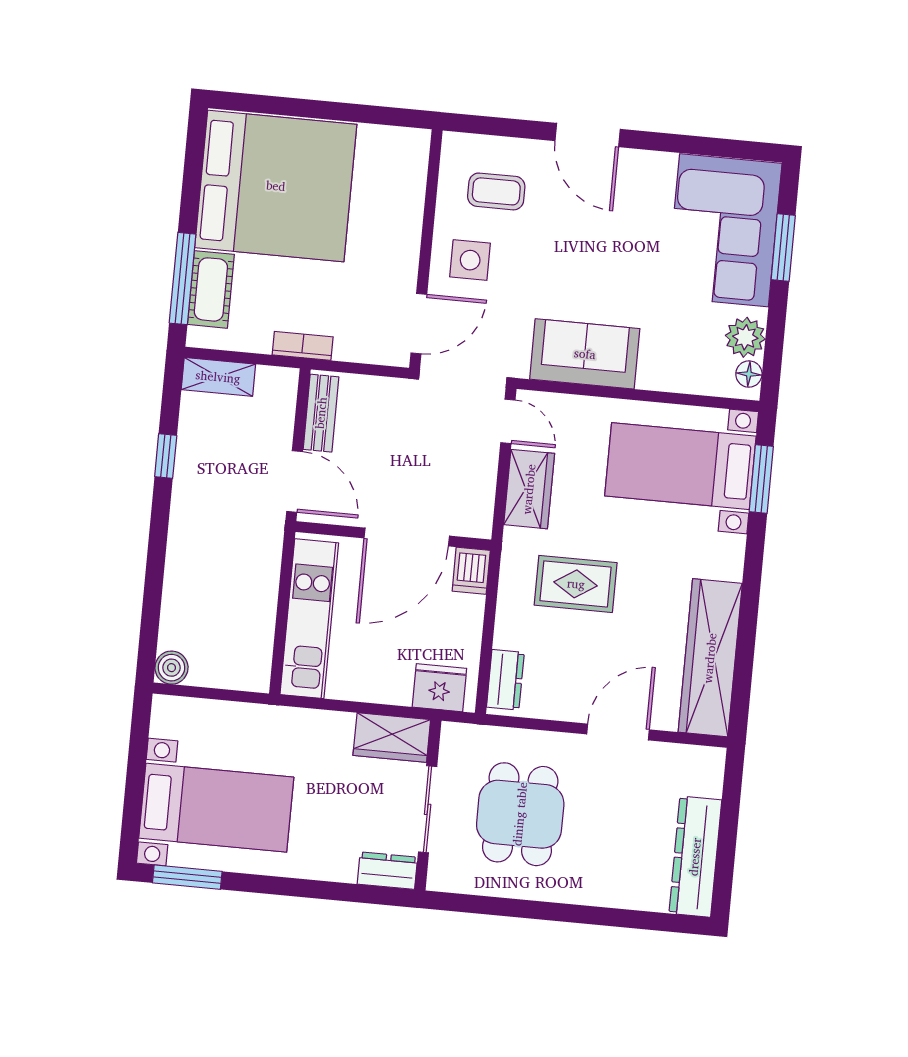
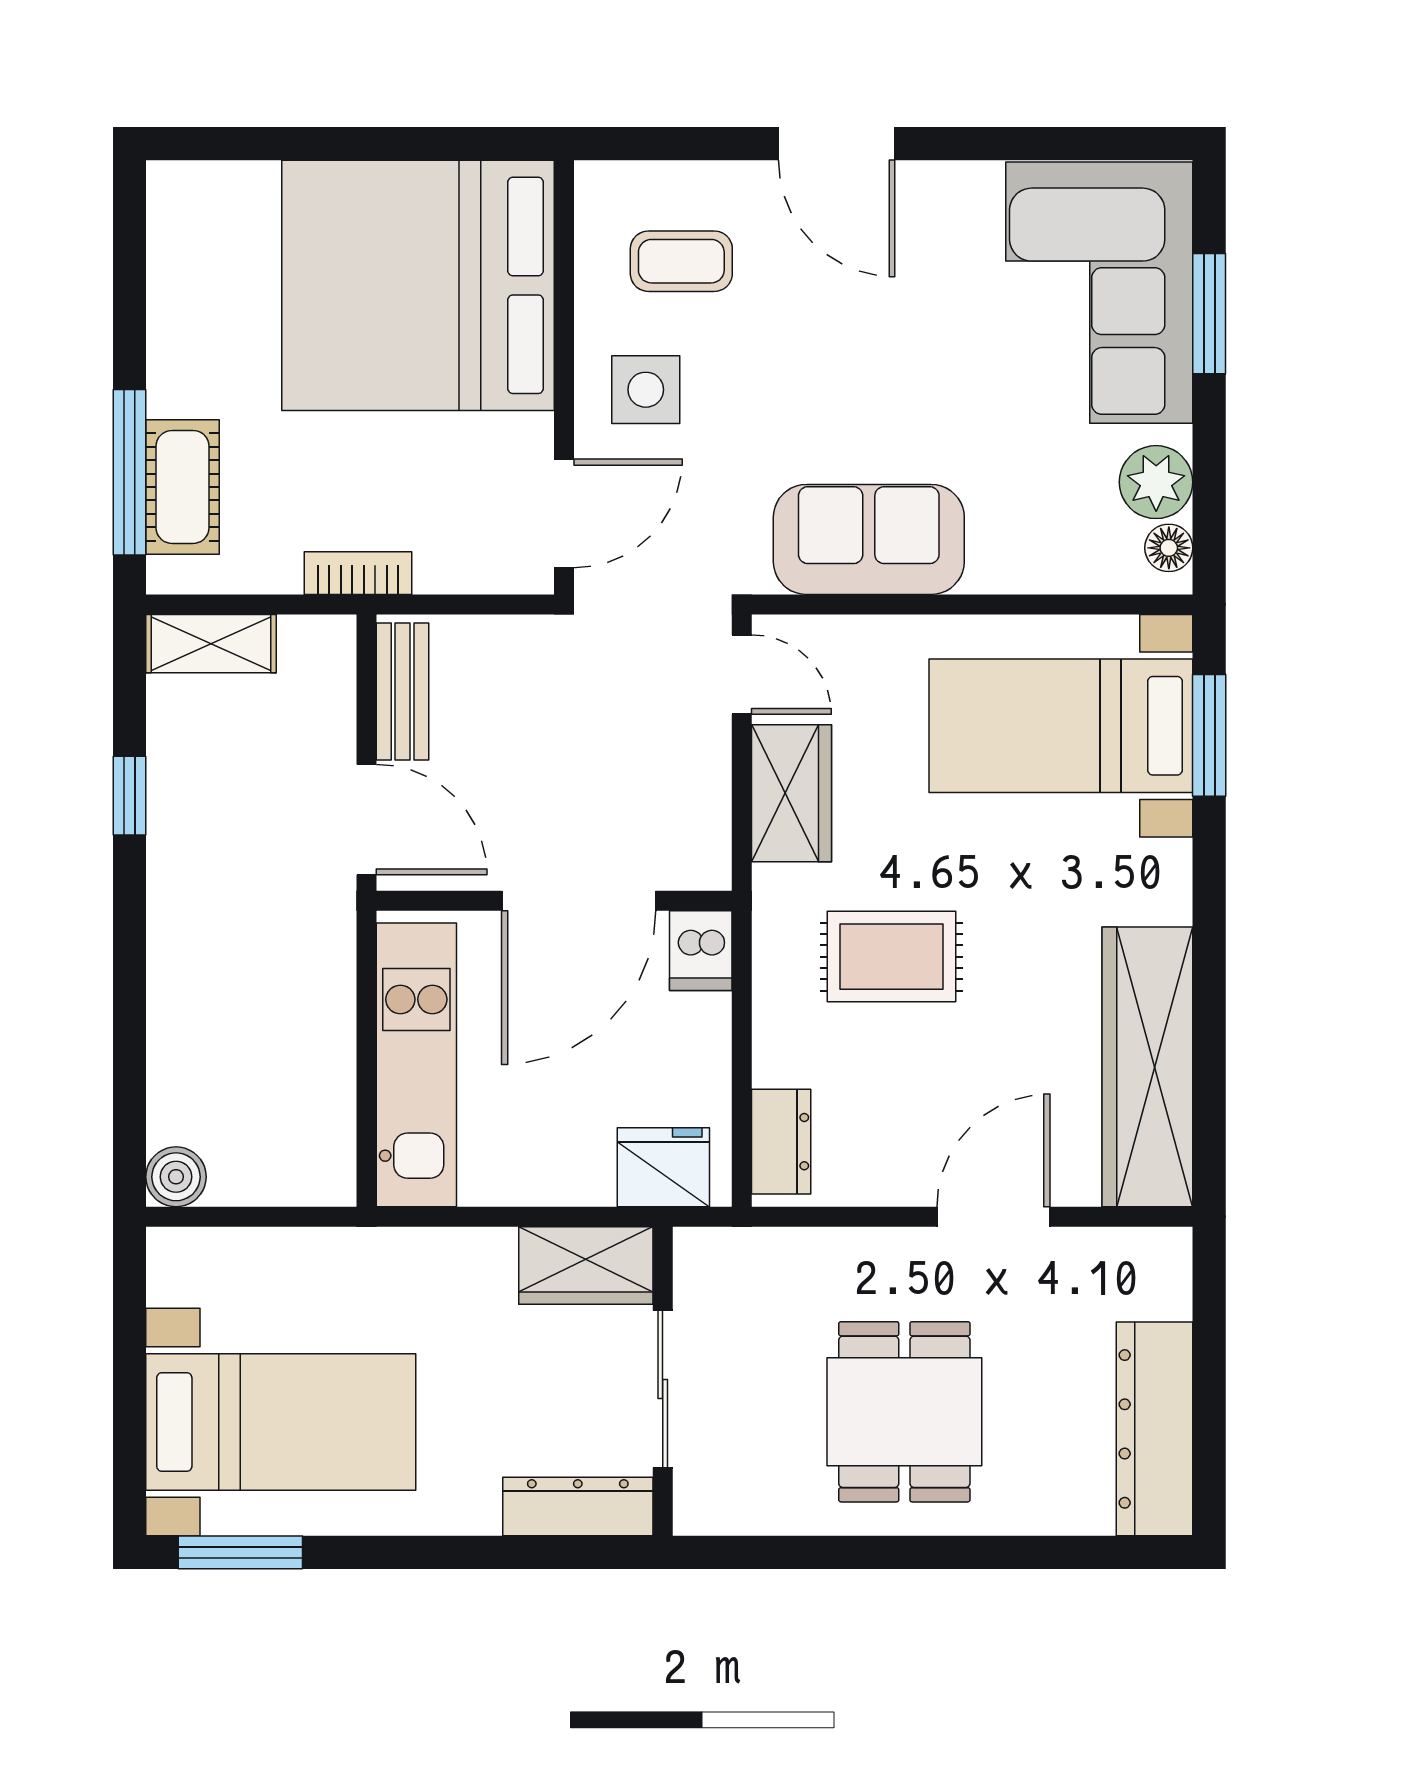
bed: (276, 186) -> (418, 285), moved, turned 180
dining table: (520, 814) -> (904, 1412), moved
dresser: (387, 871) -> (578, 1507), width x1.44

